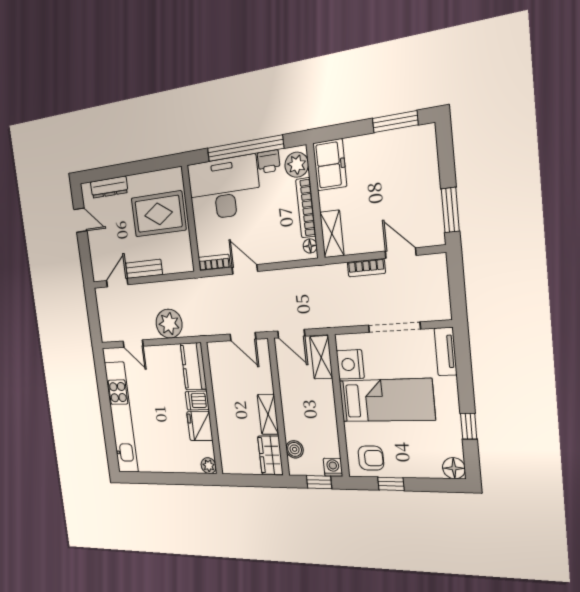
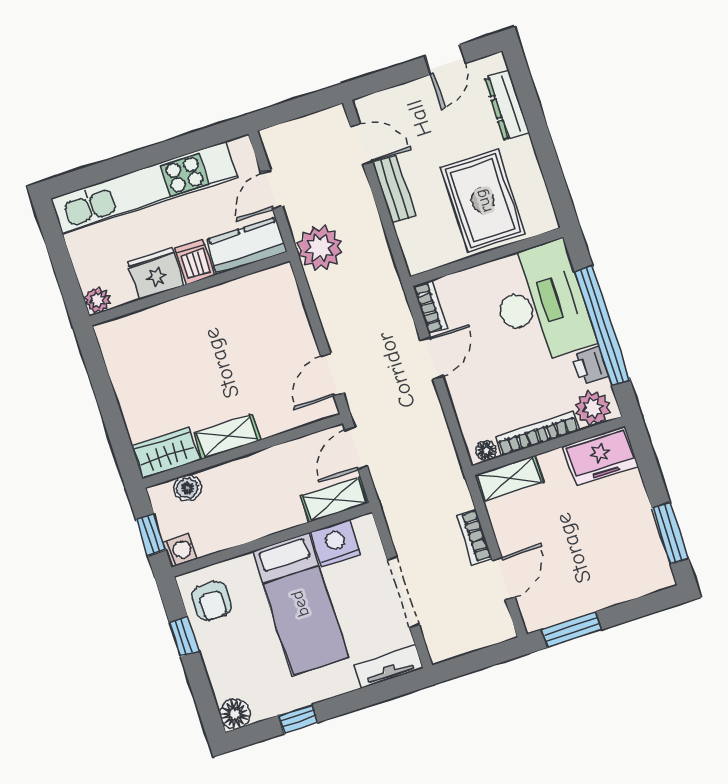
kitchen counter: (193, 366) -> (247, 246), moved
dishwasher: (197, 401) -> (195, 262), moved
wall: (212, 409) -> (190, 289), moved
fridge: (200, 426) -> (156, 274), moved
plant: (209, 466) -> (98, 300), moved

